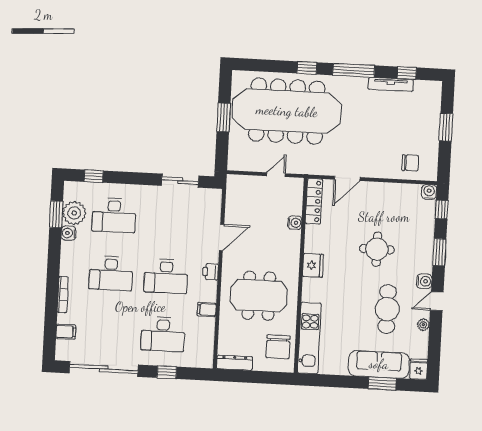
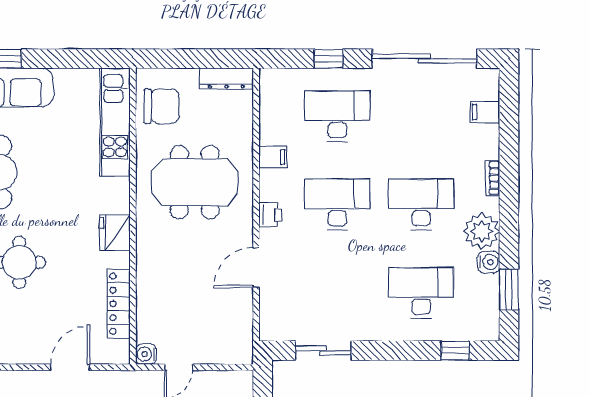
locker: (314, 201) -> (119, 304), moved
plant: (74, 213) -> (482, 231), moved
water cooler: (295, 223) -> (146, 354), moved
bookcase: (63, 295) -> (493, 178), width x0.64
chair: (278, 347) -> (162, 106), turned 90

